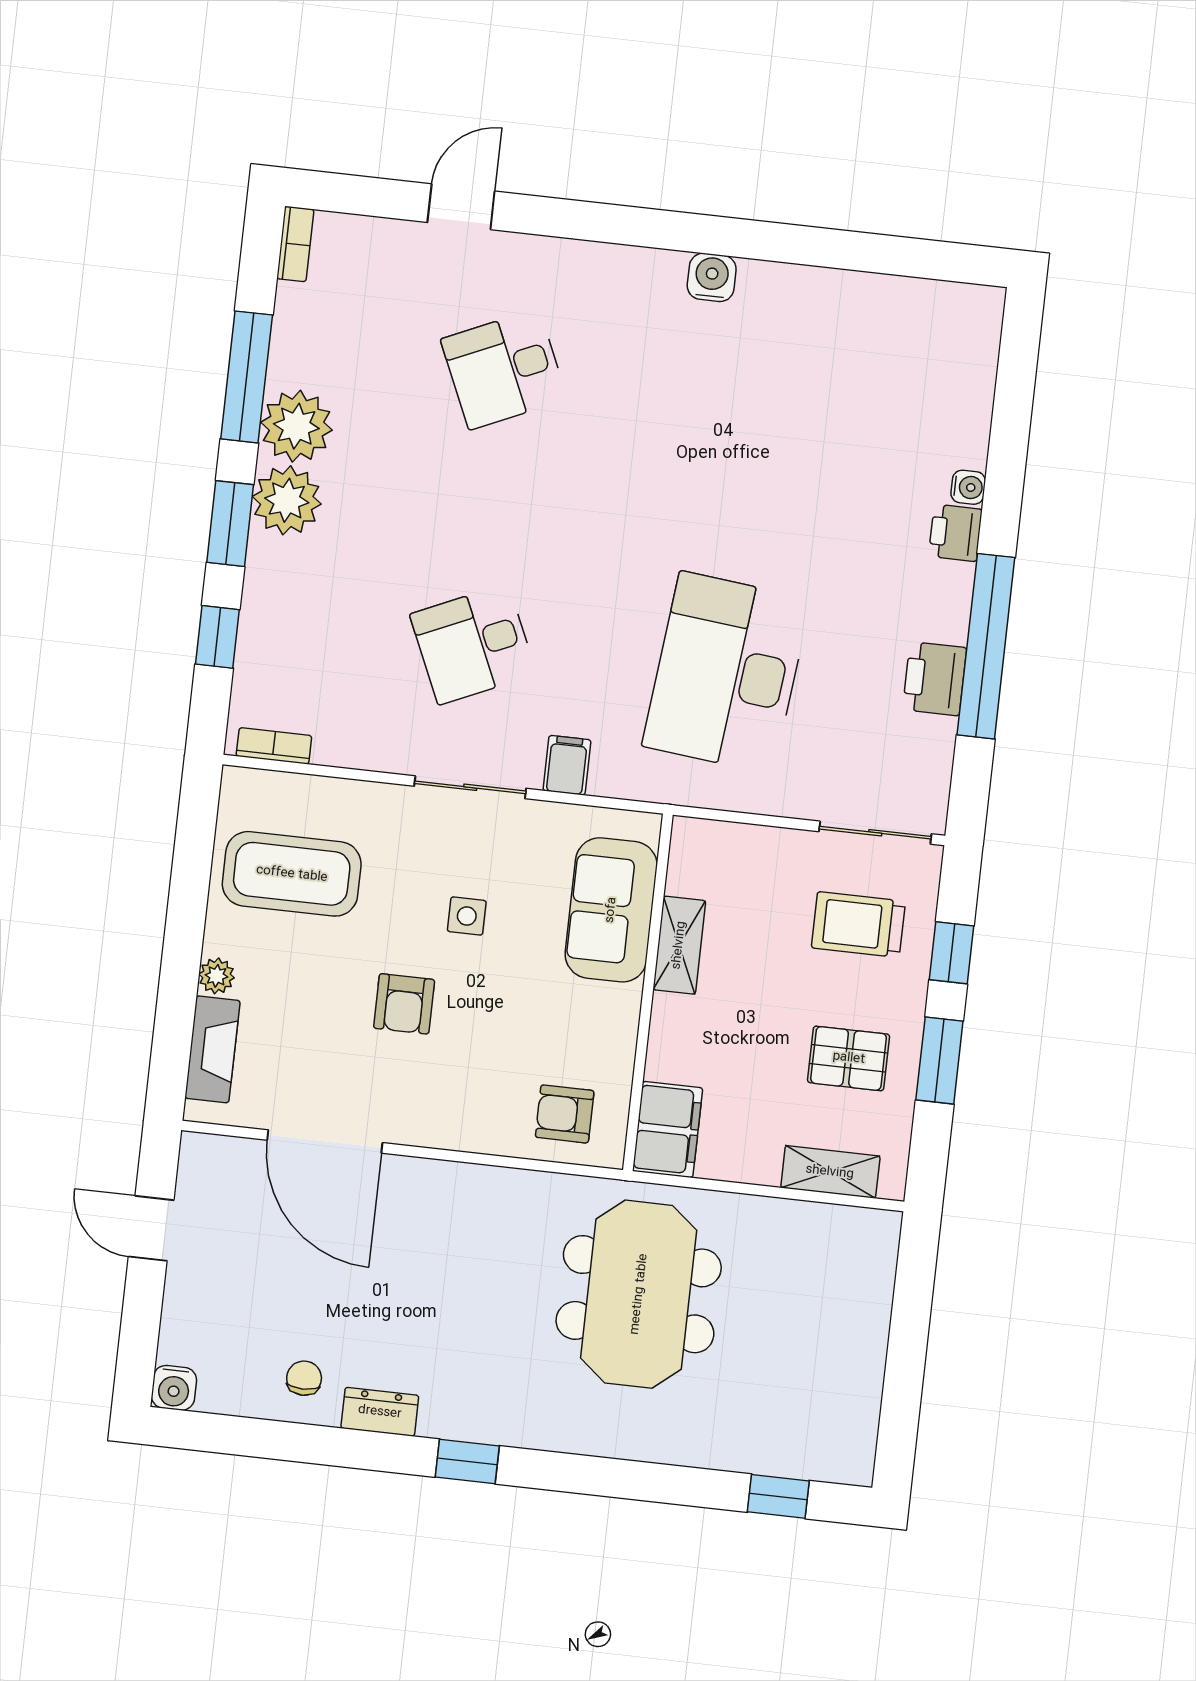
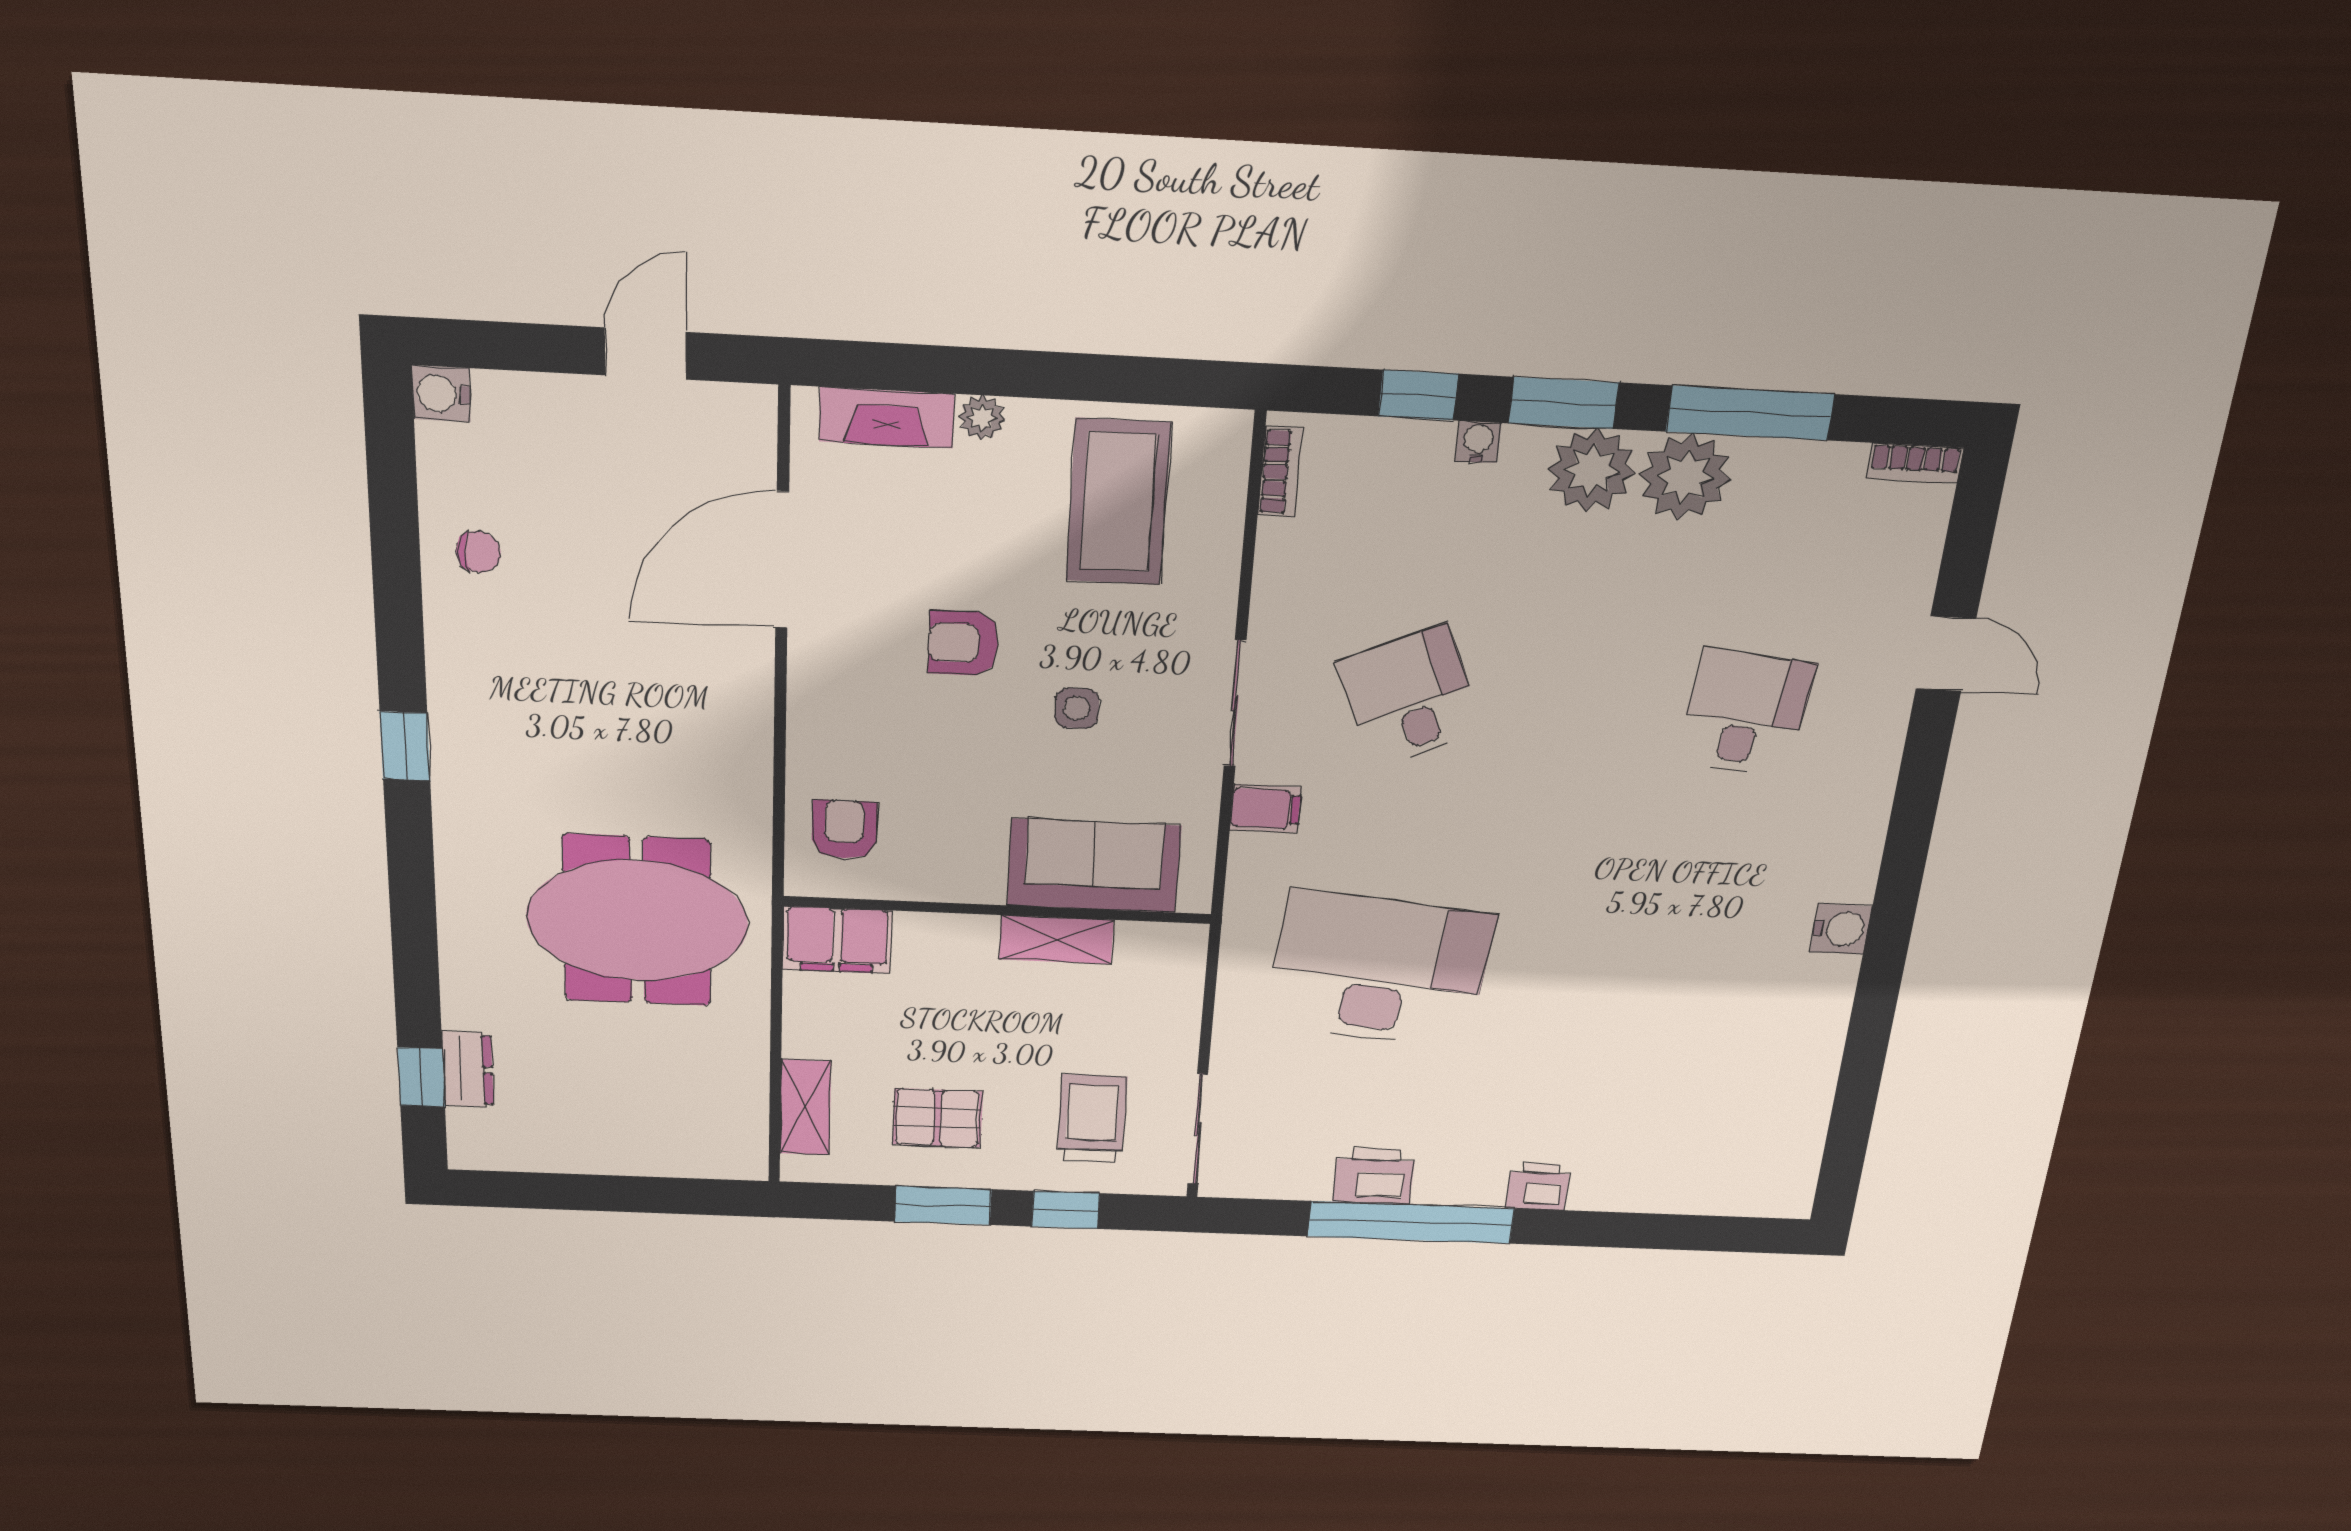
desk: (504, 369) -> (1745, 713), turned 30
water cooler: (968, 487) -> (1478, 442), moved, turned 180
pallet: (849, 1058) -> (938, 1118), turned 90
dresser: (380, 1412) -> (468, 1069), moved

